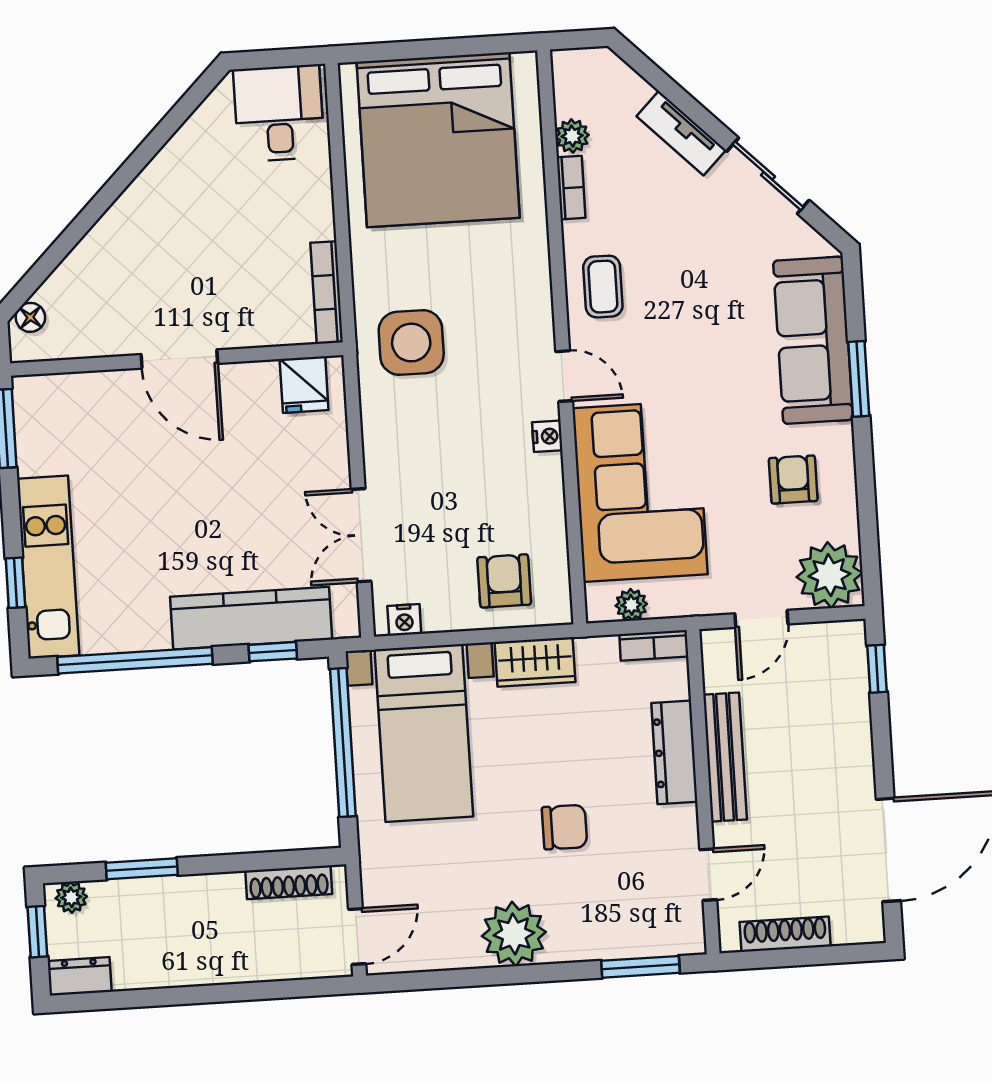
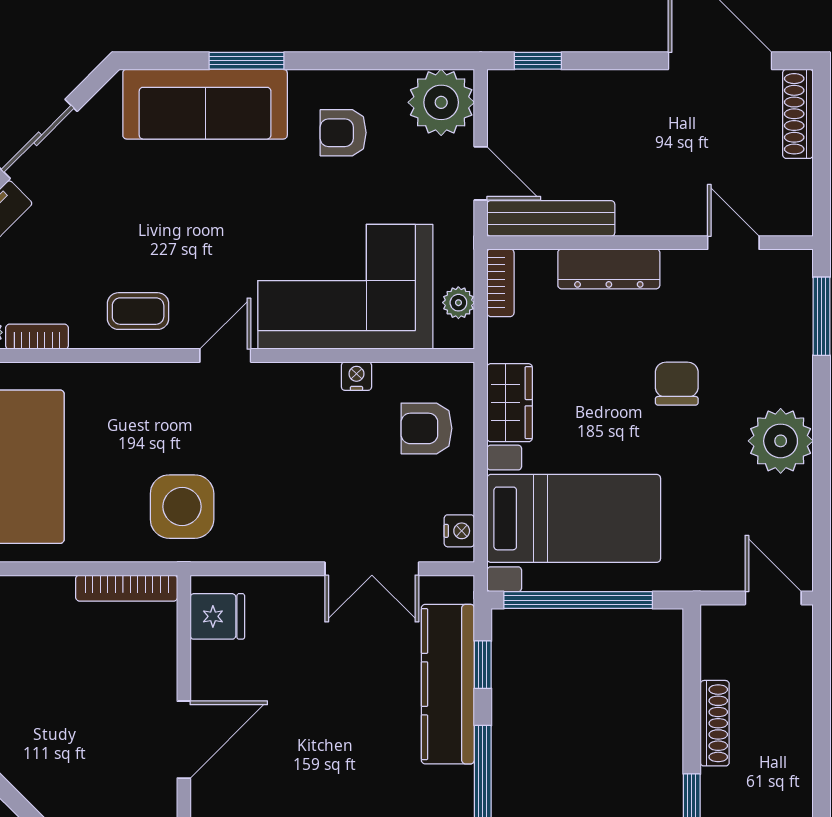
nightstand: (547, 436) -> (356, 376), moved
bench: (725, 757) -> (551, 218), moved
shoe rack: (289, 882) -> (715, 723), moved
shoe rack: (785, 934) -> (798, 114), moved

